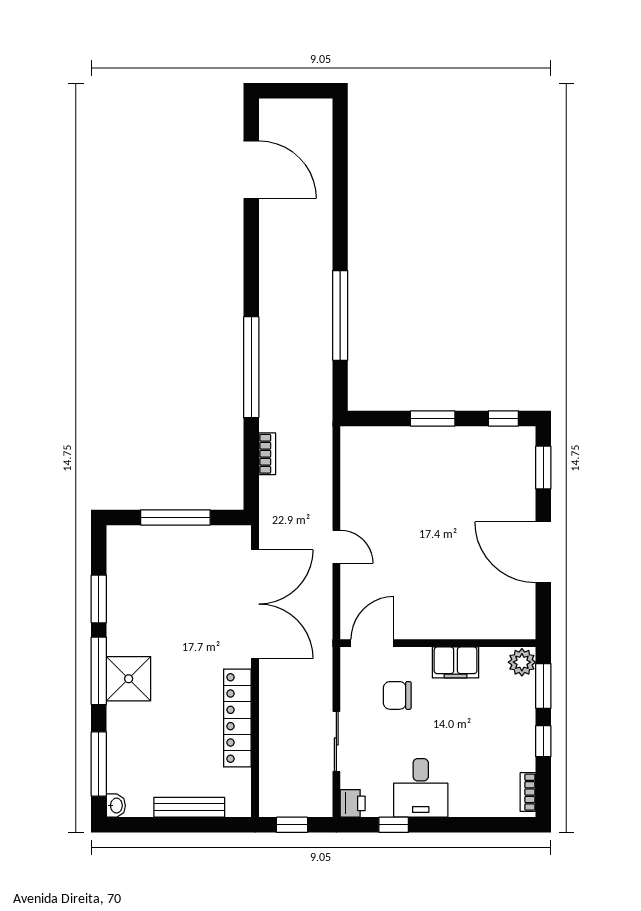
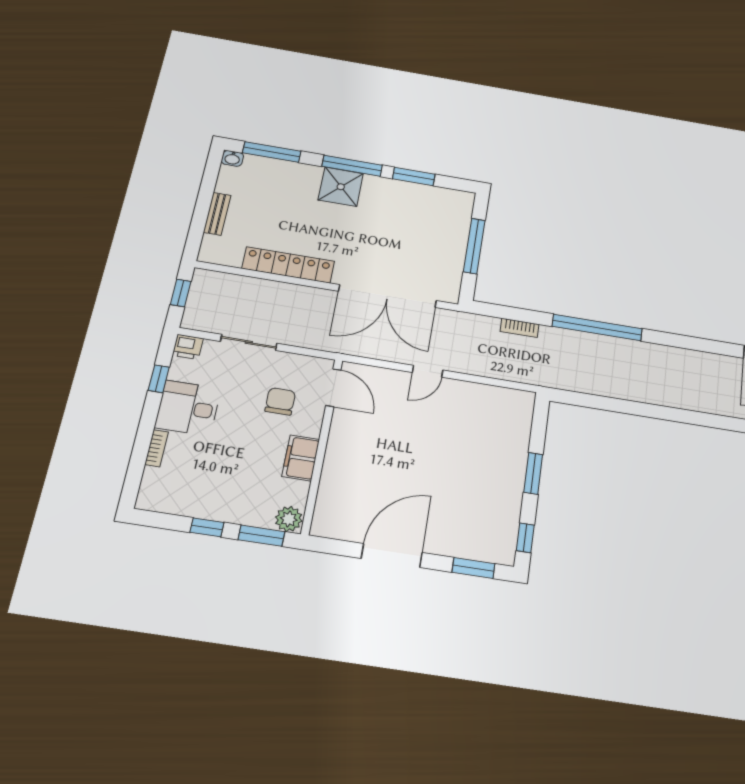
window: (340, 315) -> (636, 408), removed
bookcase: (528, 792) -> (157, 448), moved, turned 90
bench: (189, 807) -> (217, 214), width x0.73

